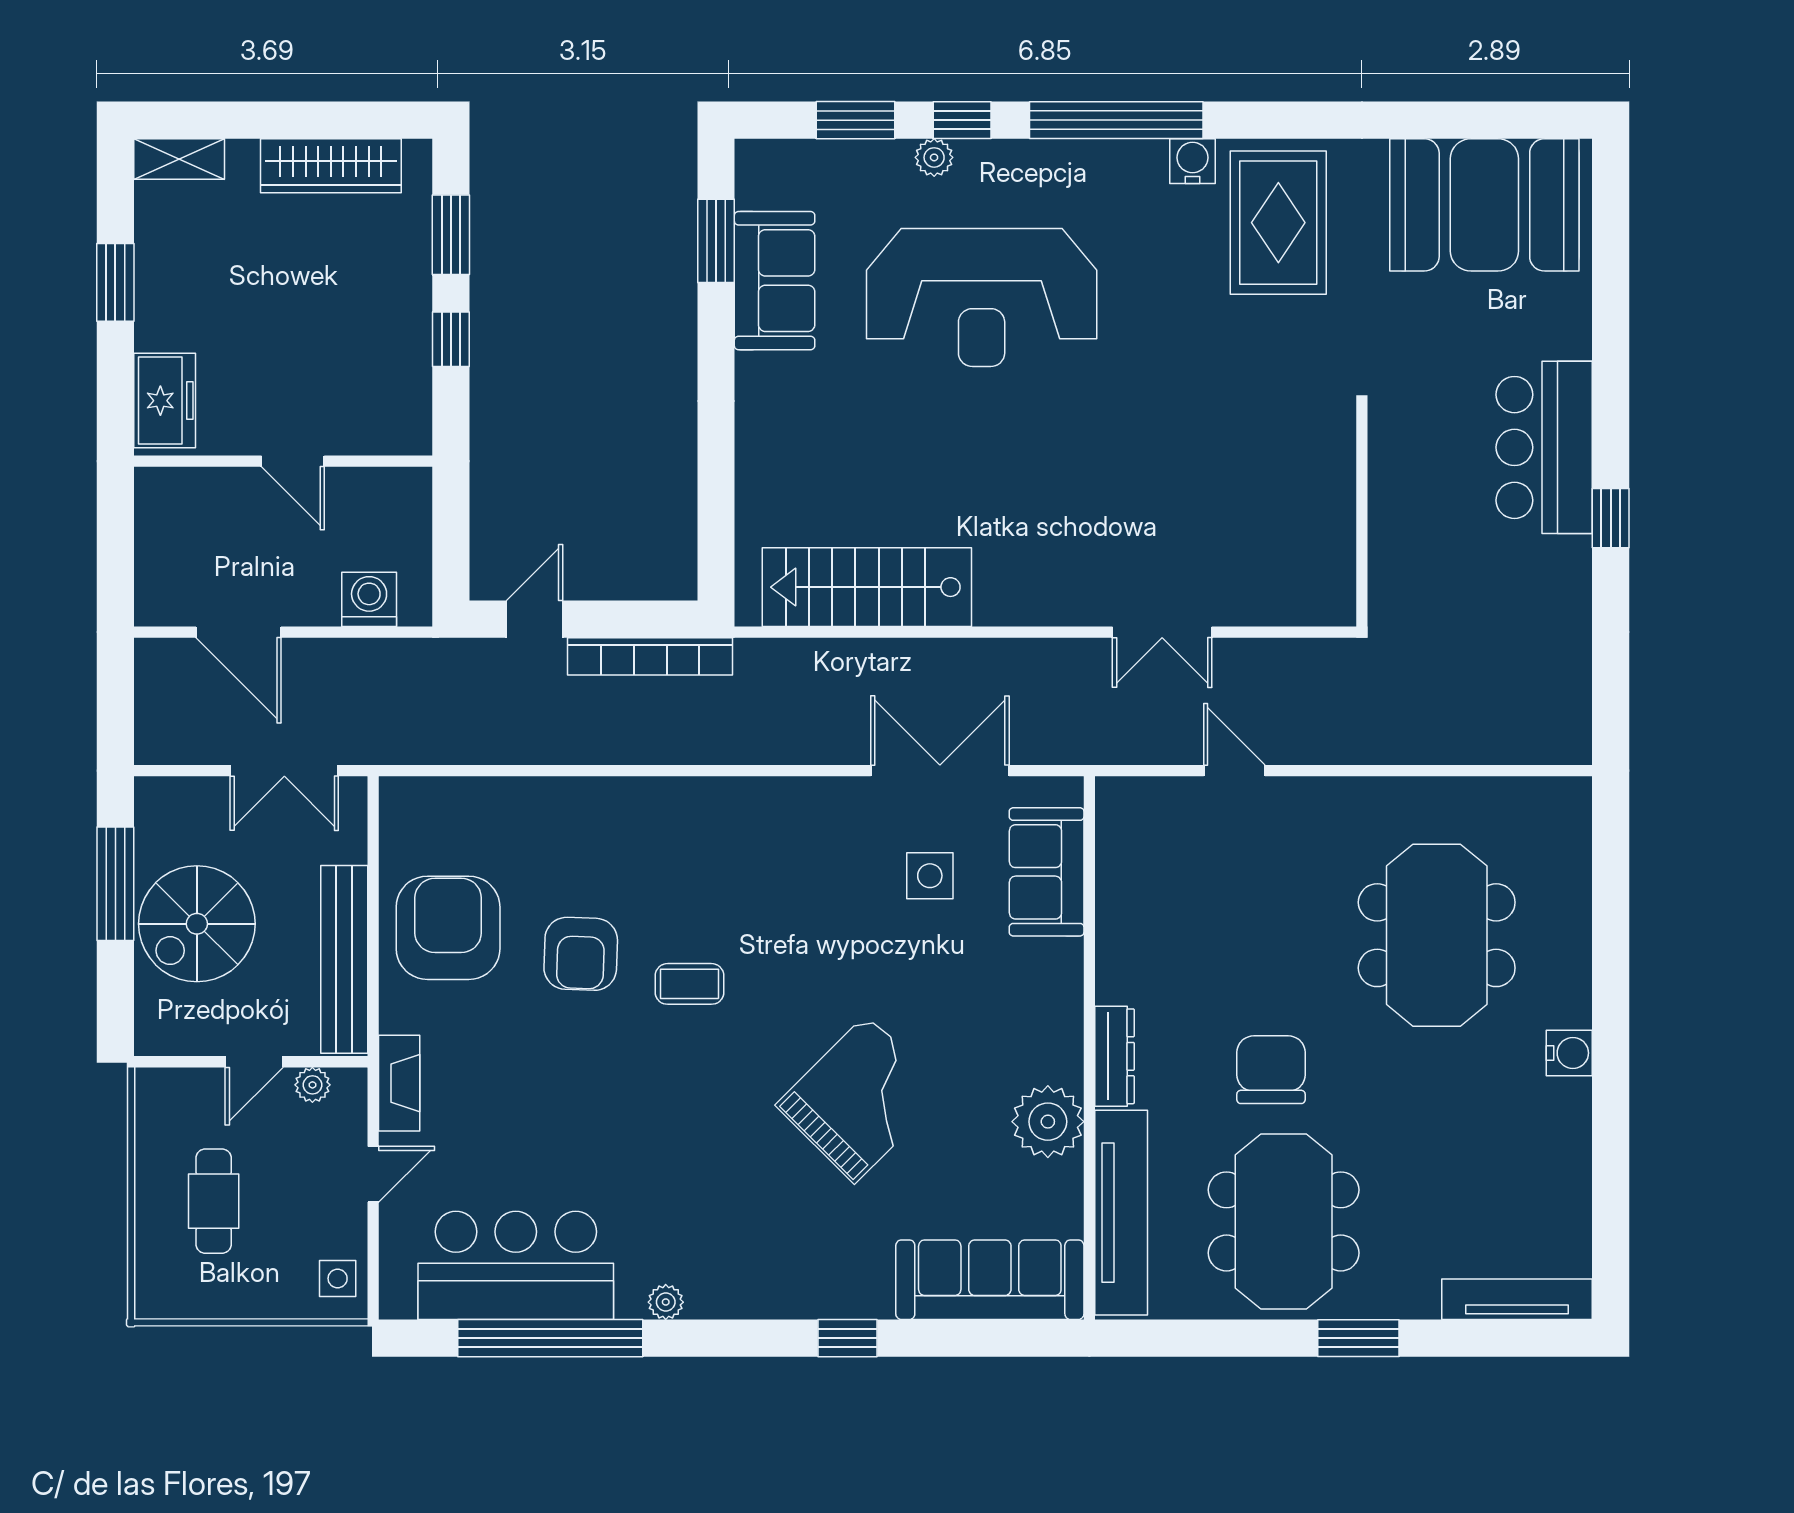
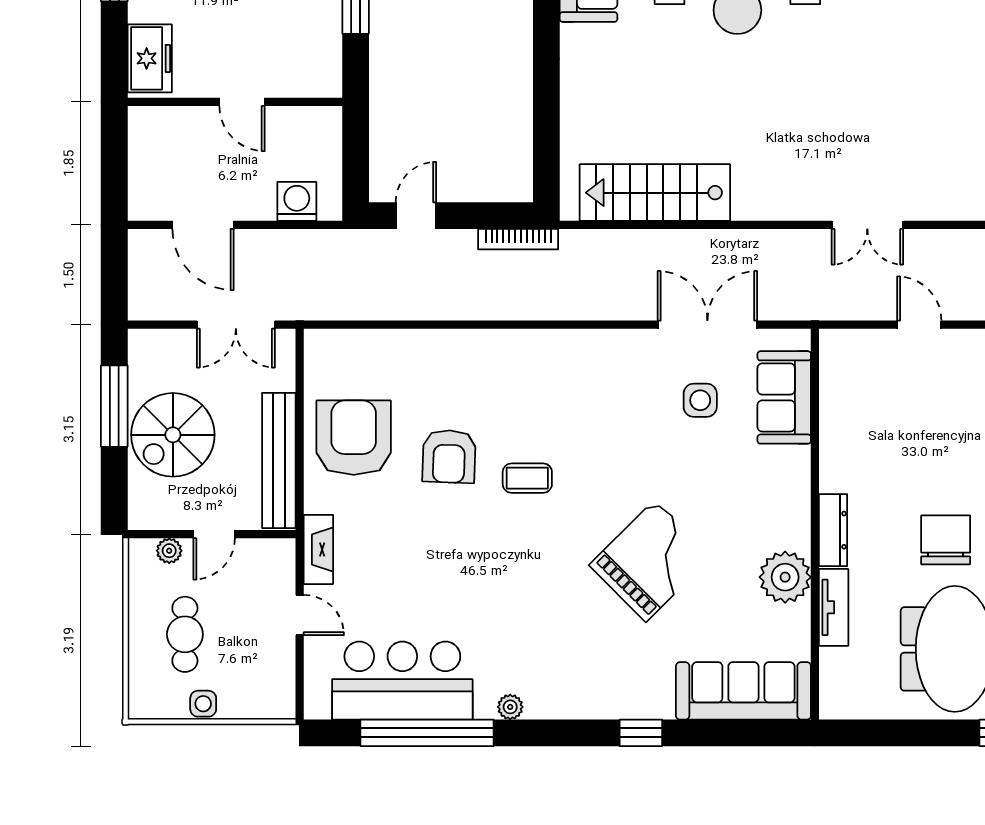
bookcase: (650, 656) -> (518, 239), width x0.68, depth x0.76
plant: (312, 1085) -> (169, 551), moved
door: (373, 1174) -> (300, 615), hinge flipped
tv unit: (1121, 1213) -> (834, 607), width x0.52, depth x0.78
side table: (338, 1278) -> (203, 704), moved

